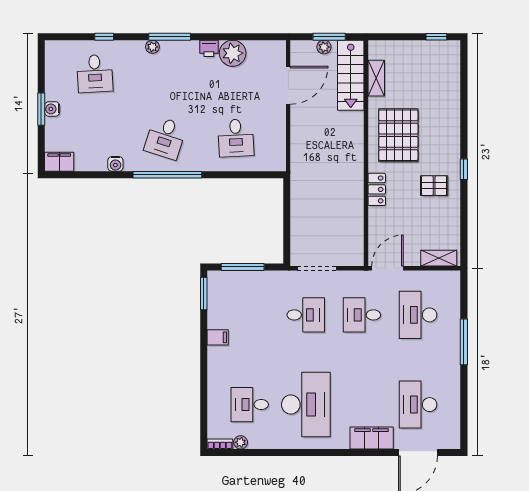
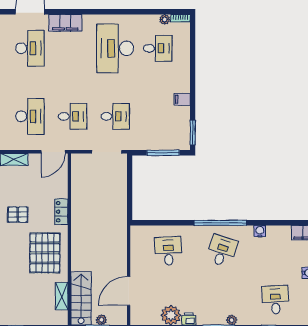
desk: (306, 315) -> (115, 116), turned 180

